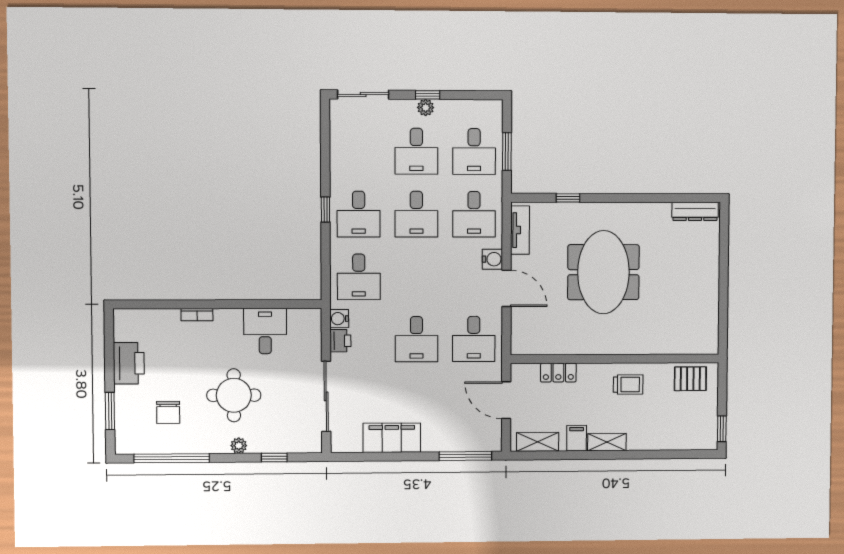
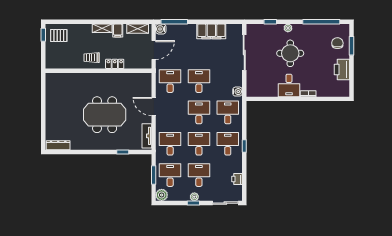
plant: (491, 111) -> (162, 195), added
water cooler: (492, 259) -> (161, 29), moved
meeting table: (603, 272) -> (105, 115), turned 90
desk: (416, 277) -> (199, 112), added
desk: (265, 331) -> (289, 85), moved
printer: (340, 341) -> (237, 179), moved
locker: (558, 373) -> (115, 64), moved
pallet: (690, 379) -> (59, 35), moved
door: (506, 400) -> (154, 50), hinge flipped
chair: (168, 412) -> (337, 43), moved

